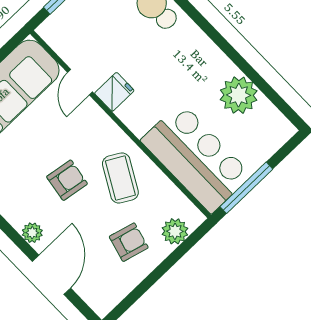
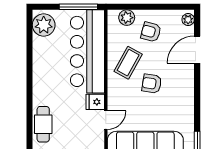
plant: (239, 95) -> (44, 25), moved
bar counter: (196, 158) -> (88, 51), width x1.36
plant: (32, 233) -> (188, 19), moved

